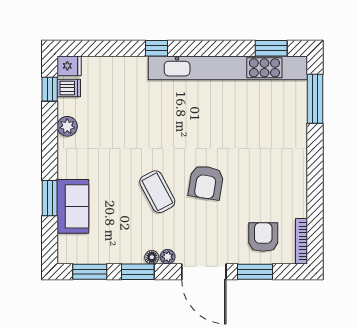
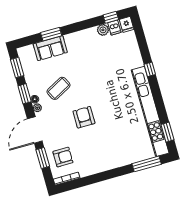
plant: (67, 126) -> (103, 30), moved
armchair: (206, 182) -> (84, 117), turned 81
coffee table: (157, 192) -> (58, 88), moved

